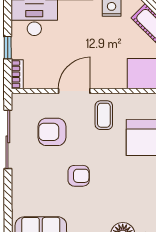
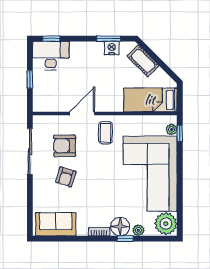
bookcase: (17, 74) -> (37, 100), removed
armchair: (79, 176) -> (66, 177), moved, turned 107

